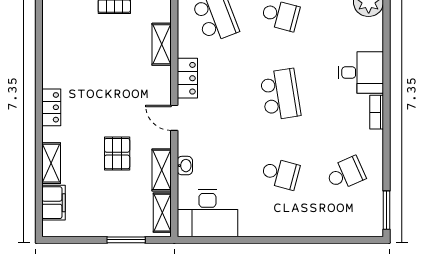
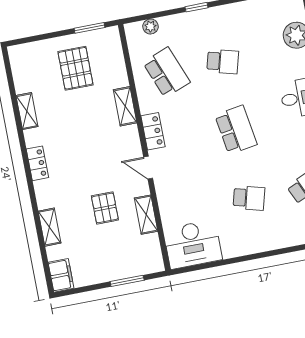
locker: (51, 107) -> (37, 163), moved
washbasin: (185, 166) -> (165, 207), removed
filing cabinet: (53, 203) -> (61, 275), moved
shelving: (162, 213) -> (27, 111), moved

